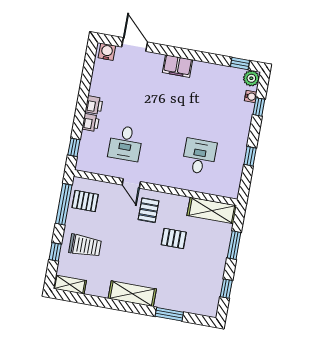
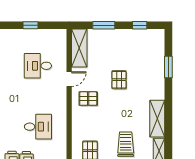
door: (131, 183) -> (69, 79), moved
pallet: (174, 238) -> (119, 80), moved
shelving: (132, 294) -> (157, 119), moved

